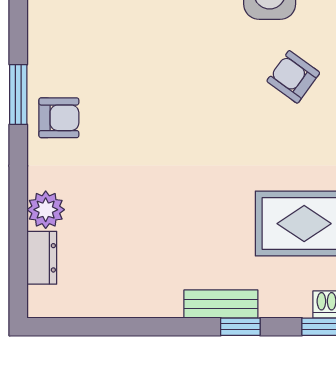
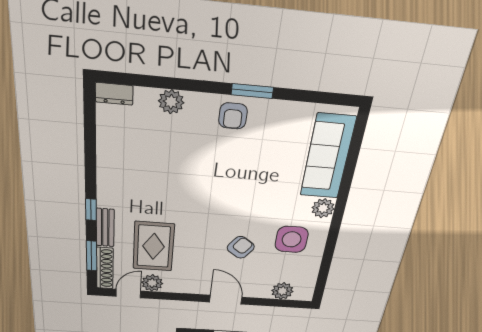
dresser: (42, 258) -> (114, 94), moved
bench: (221, 304) -> (105, 228), moved

